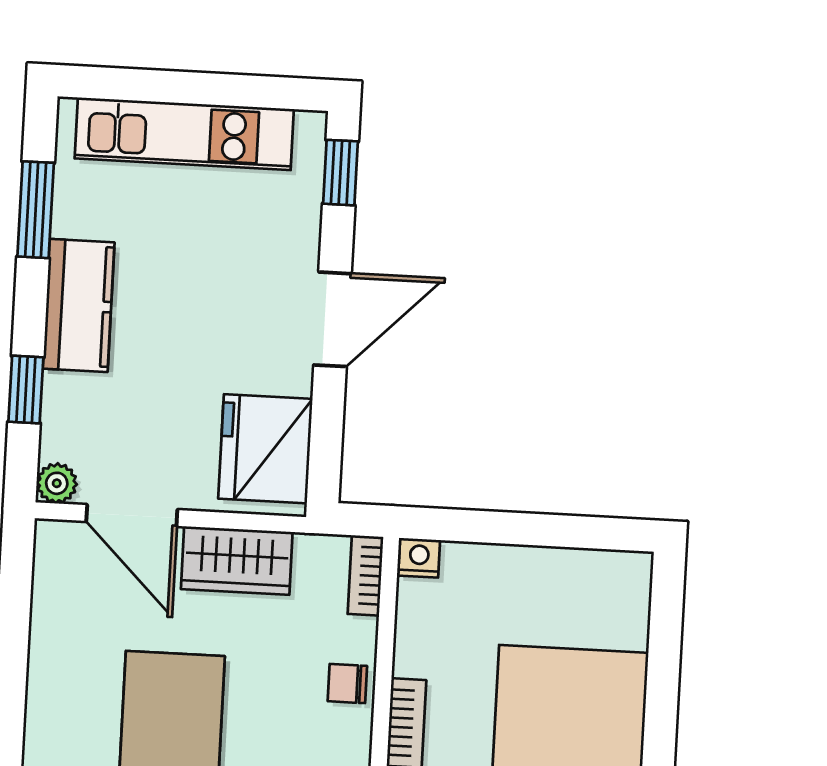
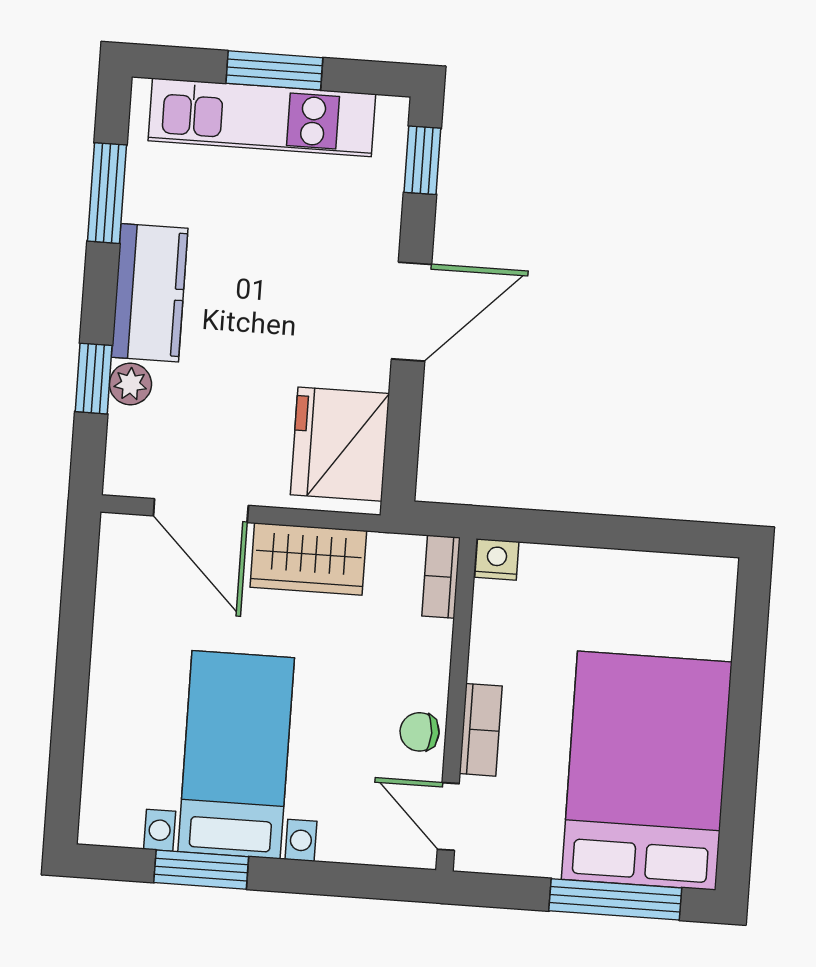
window: (196, 88) -> (274, 70), added
plant: (57, 483) -> (130, 384), moved
chair: (347, 684) -> (420, 732), moved

